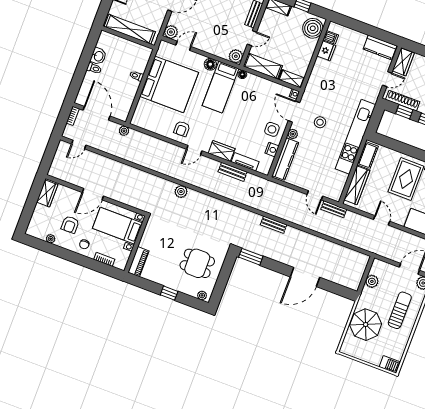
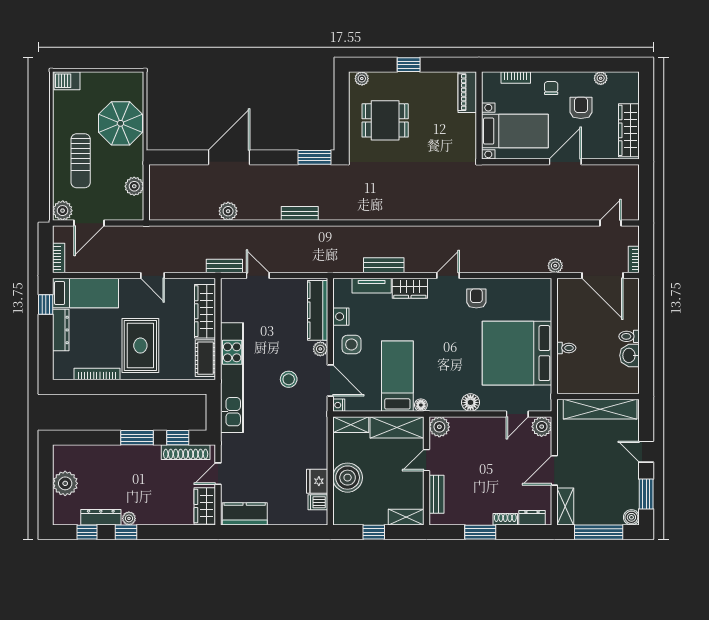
boiler: (313, 28) -> (348, 478), moved
bed: (221, 87) -> (397, 376), moved
plant: (181, 192) -> (228, 211), moved
wardrobe: (47, 193) -> (629, 130), width x1.50

